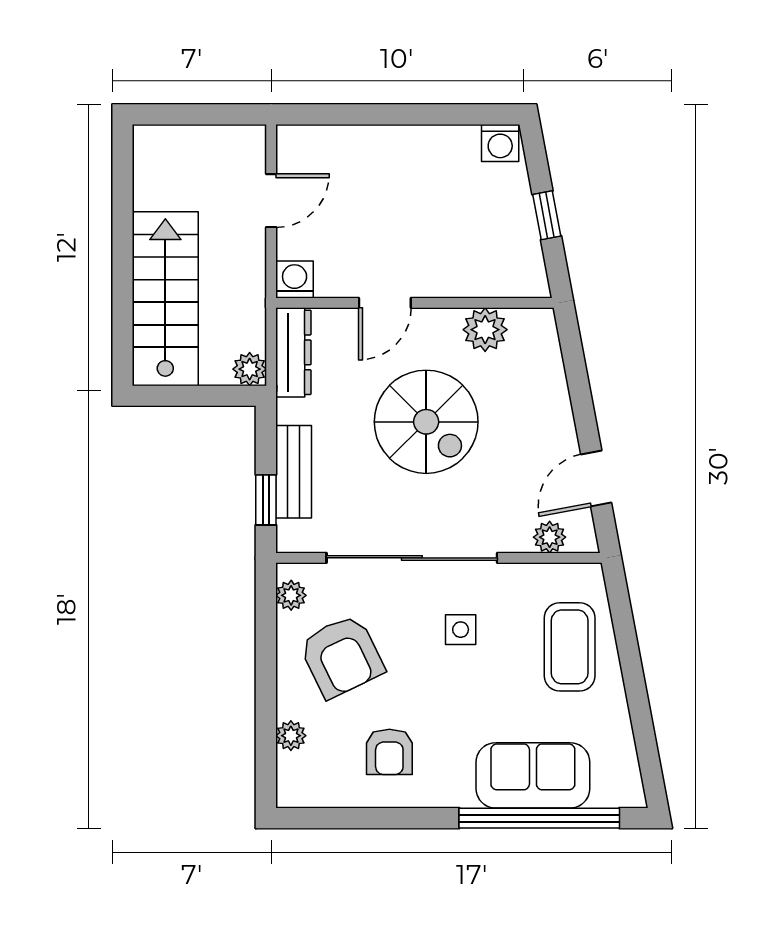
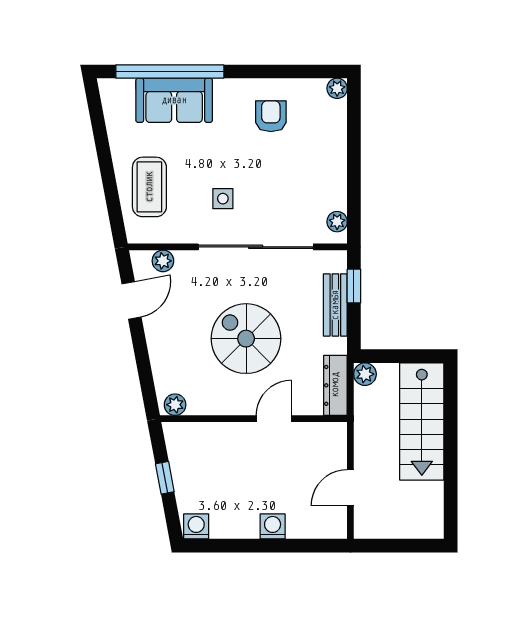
washing machine: (295, 280) -> (273, 526), moved, turned 180
plant: (485, 330) -> (175, 405), moved, width x0.73, depth x0.73
armchair: (342, 656) -> (303, 181), removed
plant: (291, 736) -> (337, 88), moved

